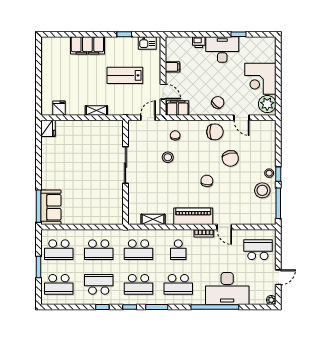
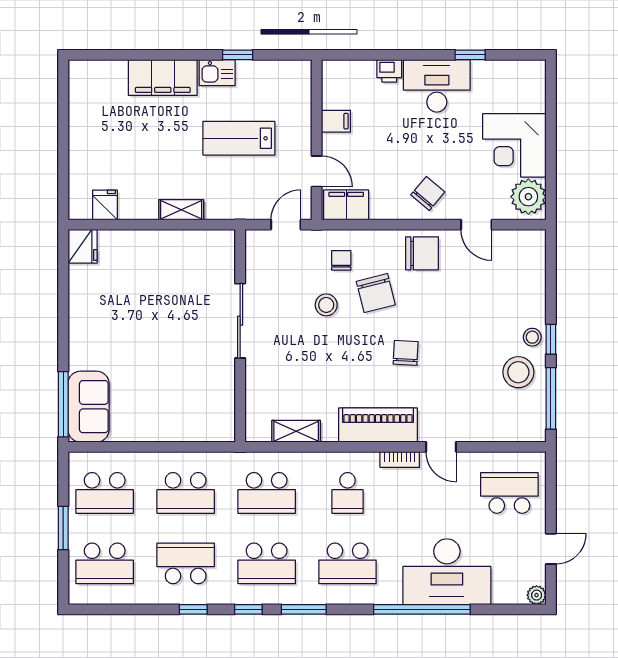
kitchen sink: (147, 43) -> (217, 73), moved
chair: (230, 158) -> (376, 293), moved

